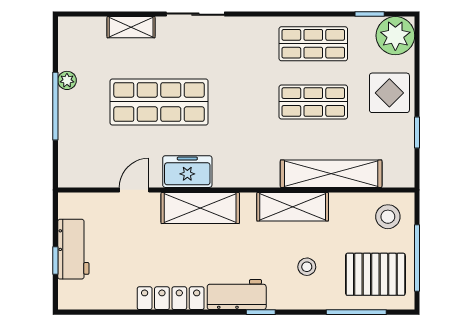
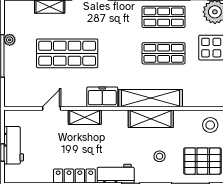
freezer: (187, 172) -> (102, 97), moved
shelving: (331, 174) -> (151, 98), moved
shelving: (200, 208) -> (85, 117), width x0.67, depth x0.75

